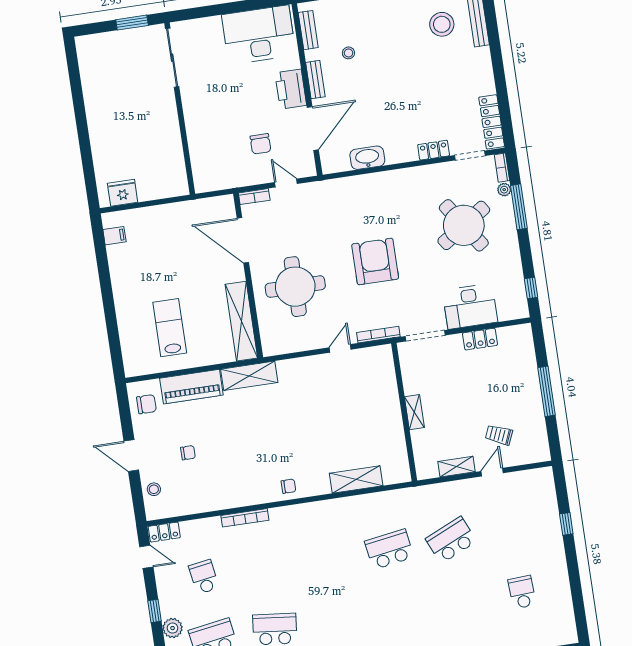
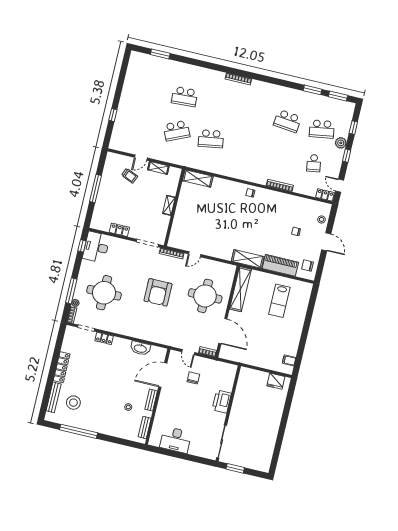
desk: (259, 35) -> (176, 440), width x0.73, depth x0.77
printer: (291, 89) -> (222, 402), moved, turned 180
locker: (492, 122) -> (62, 367), moved
round table: (464, 225) -> (104, 293), turned 34
desk: (470, 306) -> (96, 247), moved, turned -90
shelving: (356, 479) -> (198, 179), moved
school desk: (522, 592) -> (185, 97), moved, width x1.85

